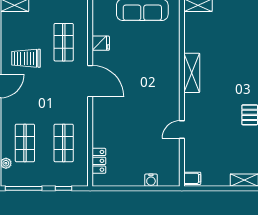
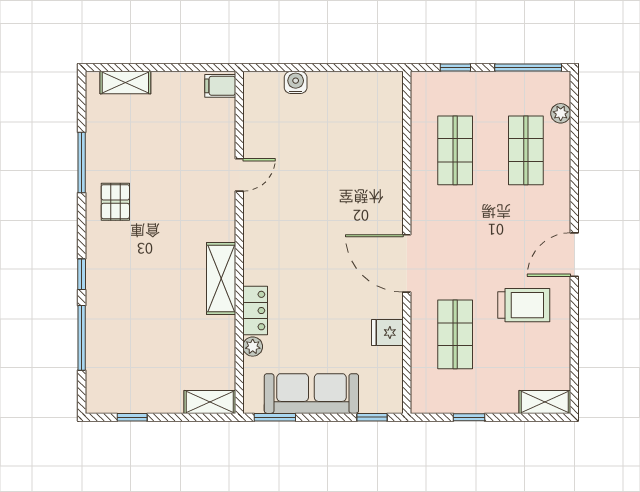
plant: (174, 36) -> (253, 347), added
locker: (99, 161) -> (255, 311), moved, turned 180

